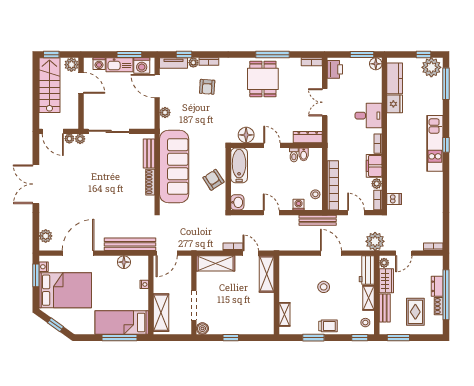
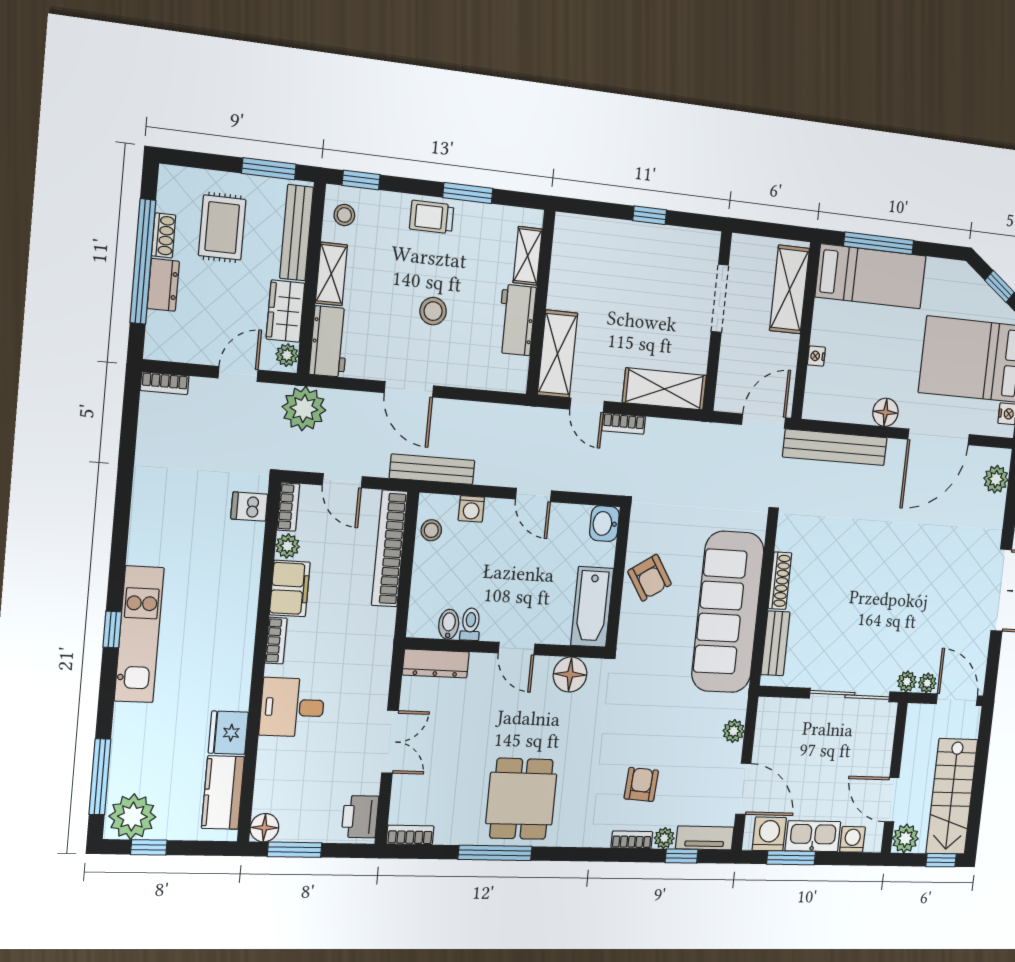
floor lamp: (124, 262) -> (885, 412), moved
workbench: (287, 287) -> (516, 320), added
bench: (385, 308) -> (296, 233), width x1.36
boiler: (202, 329) -> (708, 243), removed

